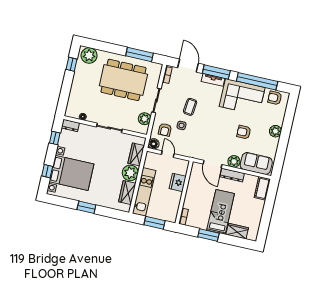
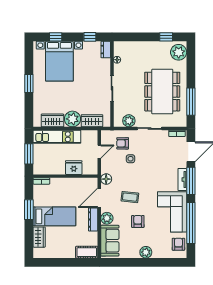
coffee table: (190, 107) -> (130, 197), moved
floor lamp: (154, 144) -> (106, 179), moved

